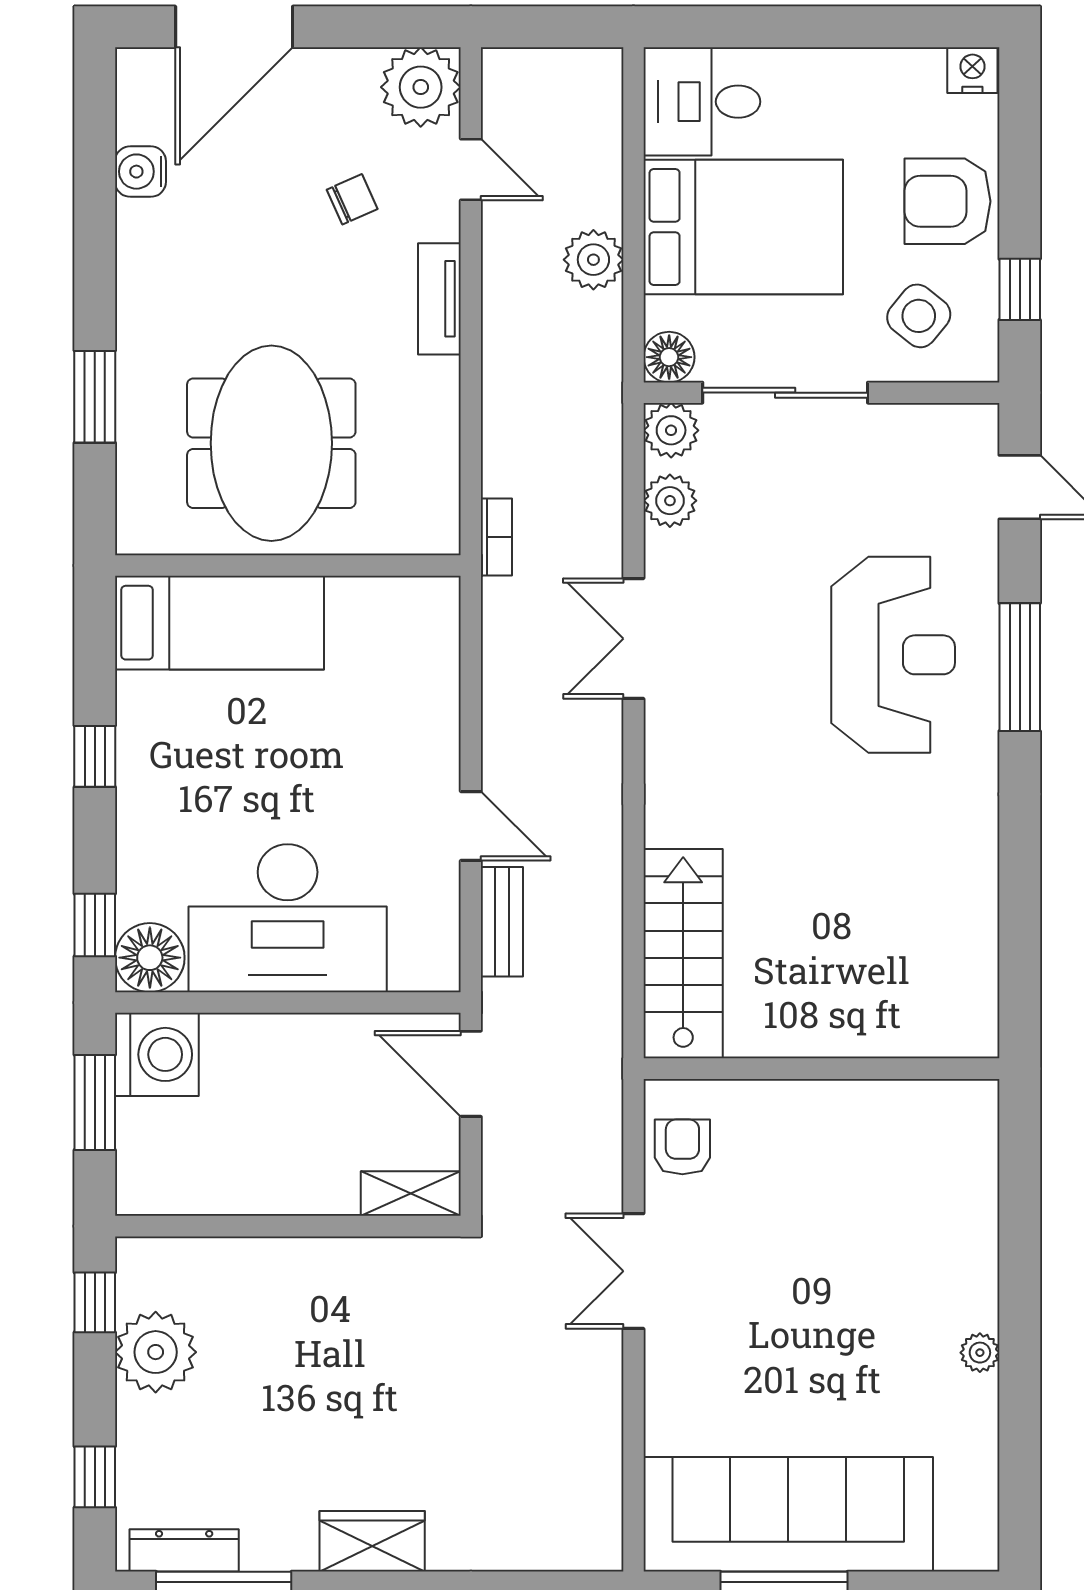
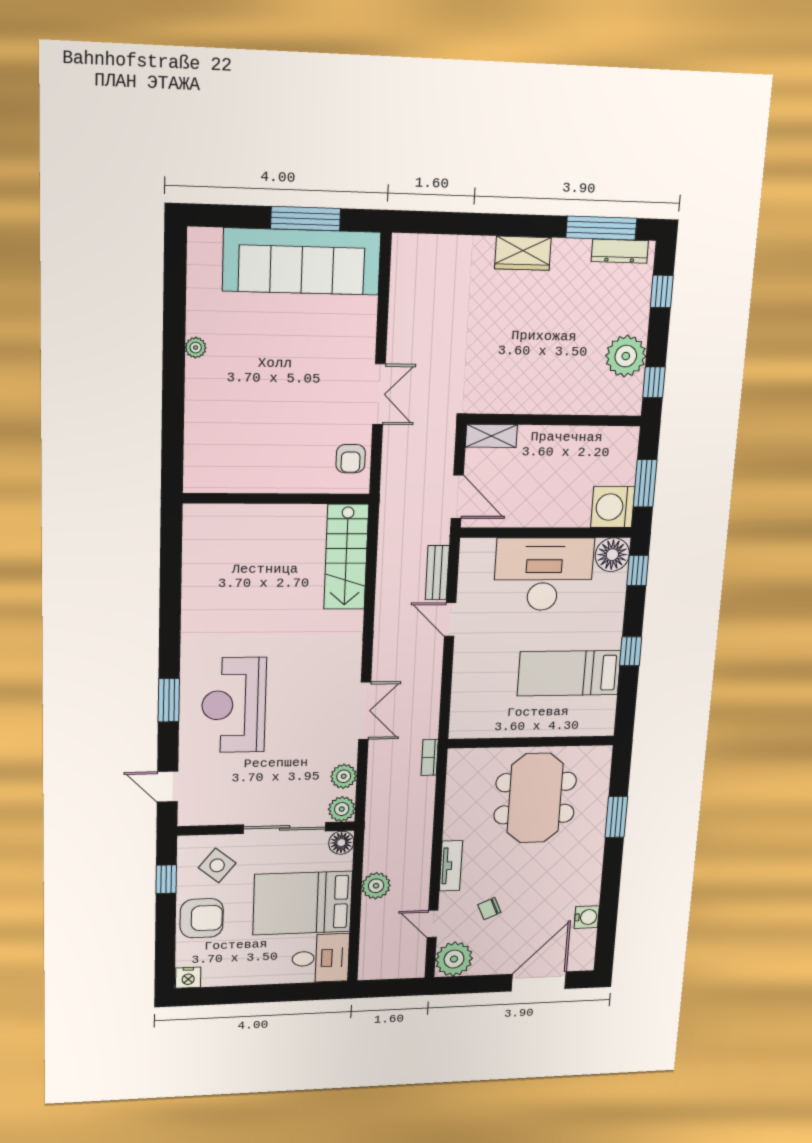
bed: (220, 623) -> (569, 673), moved
window: (1020, 667) -> (169, 700), width x0.69

